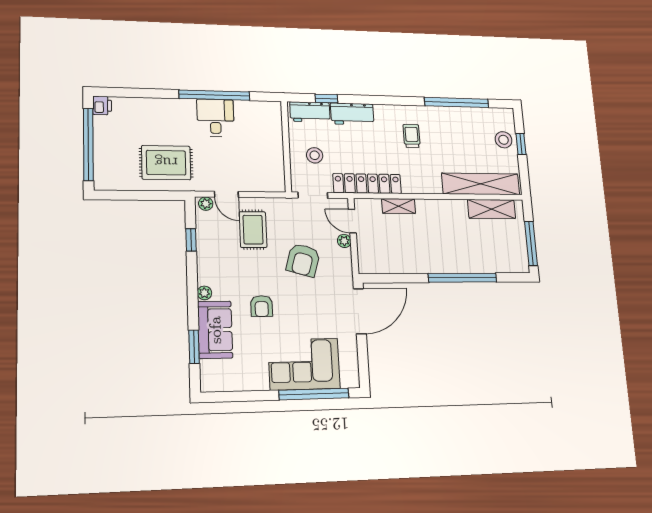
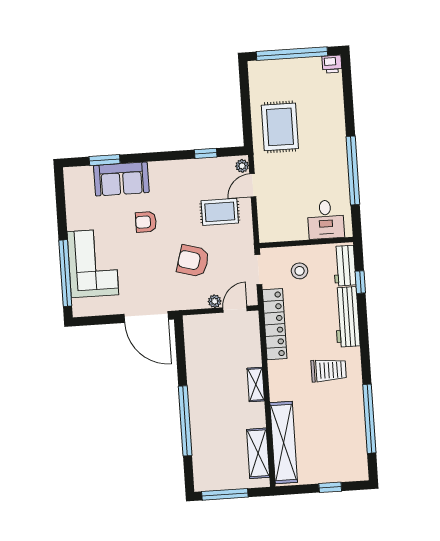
workbench: (352, 114) -> (347, 317), width x1.38
desk: (215, 118) -> (326, 219), moved, turned 90
trolley: (412, 136) -> (329, 370), width x1.36, depth x1.39
stool: (504, 140) -> (333, 468), removed
shelving: (399, 206) -> (256, 385), moved
plant: (204, 293) -> (156, 168), removed

